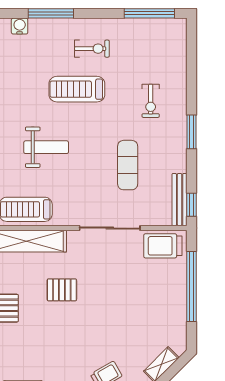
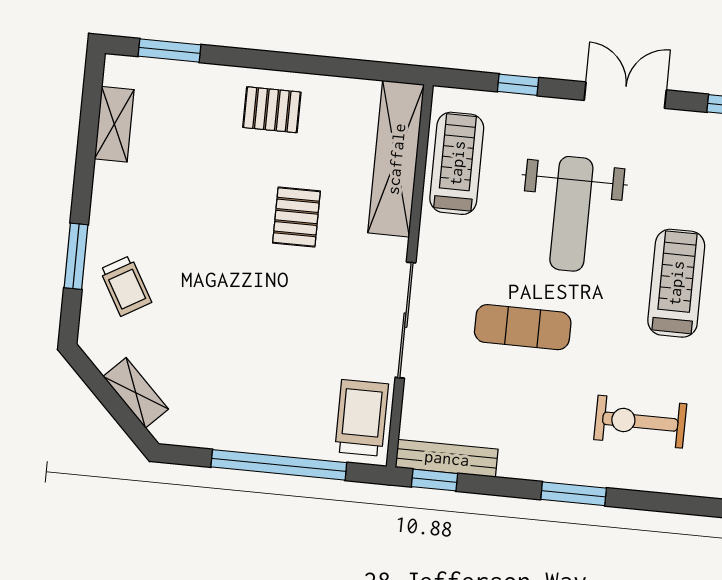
exercise bike: (151, 101) -> (640, 422), width x1.38, depth x1.39
weight bench: (46, 147) -> (571, 214), width x1.36, depth x1.33
exercise mat: (128, 165) -> (523, 327), moved

